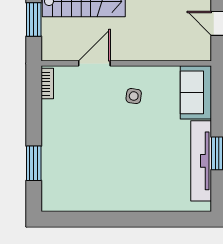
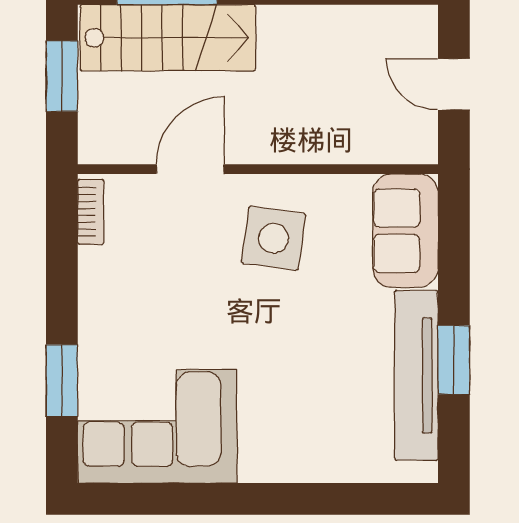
side table: (134, 96) -> (273, 238), width x1.87, depth x1.87
corner sofa: (79, 185) -> (157, 426), added

